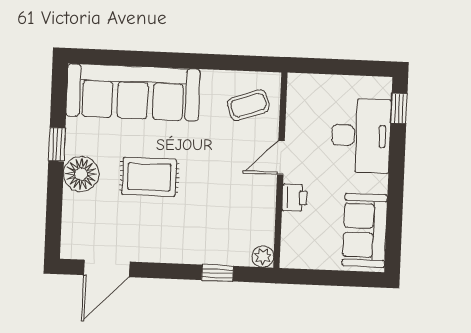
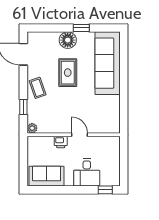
coffee table: (249, 105) -> (38, 88), moved
desk: (361, 136) -> (87, 172), width x0.73

